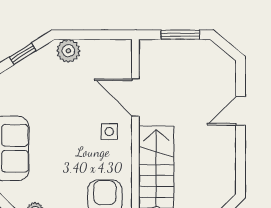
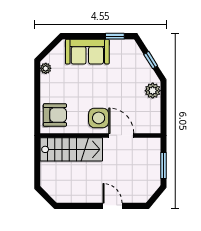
door: (135, 98) -> (121, 135), hinge flipped
side table: (109, 132) -> (99, 118), width x1.87, depth x1.87

